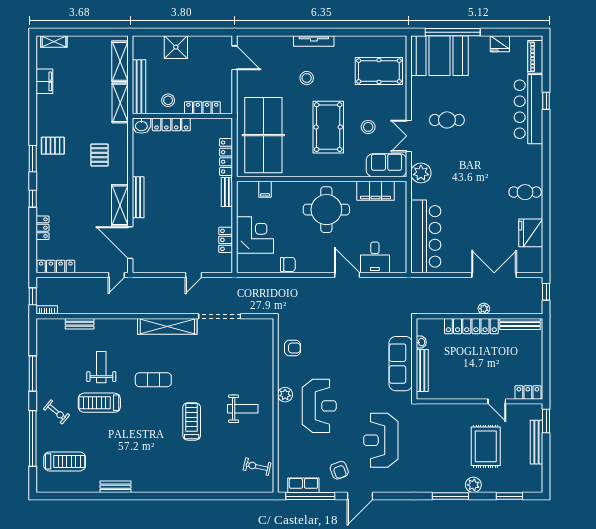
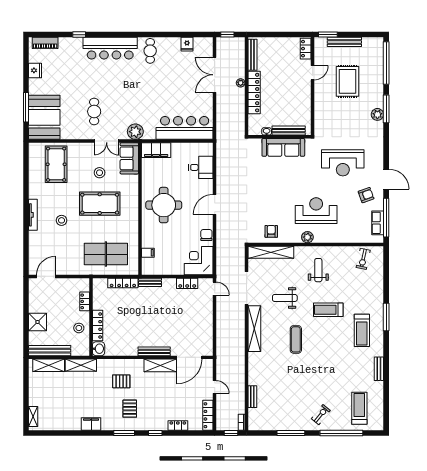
window: (453, 32) -> (26, 107), width x0.68
filing cabinet: (44, 81) -> (91, 424), moved
bench: (139, 87) -> (50, 351), moved
locker: (202, 108) -> (85, 301), width x0.66
bar counter: (528, 109) -> (110, 48), moved
table tennis table: (263, 135) -> (106, 254), width x0.73, depth x0.76
pallet: (53, 146) -> (130, 409), moved
filing cabinet: (375, 191) -> (156, 150), moved, turned 90
fridge: (531, 233) -> (187, 44), width x0.53, depth x0.75
corner desk: (255, 235) -> (199, 261), moved
door: (116, 275) -> (215, 387), moved
door: (194, 275) -> (215, 289), moved
door: (347, 275) -> (215, 204), moved
shelving: (266, 348) -> (271, 252), added
weight bench: (101, 367) -> (285, 298), moved
treadmill: (99, 403) -> (362, 330), moved
rug: (486, 446) -> (347, 81), turned 90
plant: (473, 485) -> (377, 114), moved
window: (182, 496) -> (386, 317), added
window: (509, 496) -> (386, 63), width x2.11

